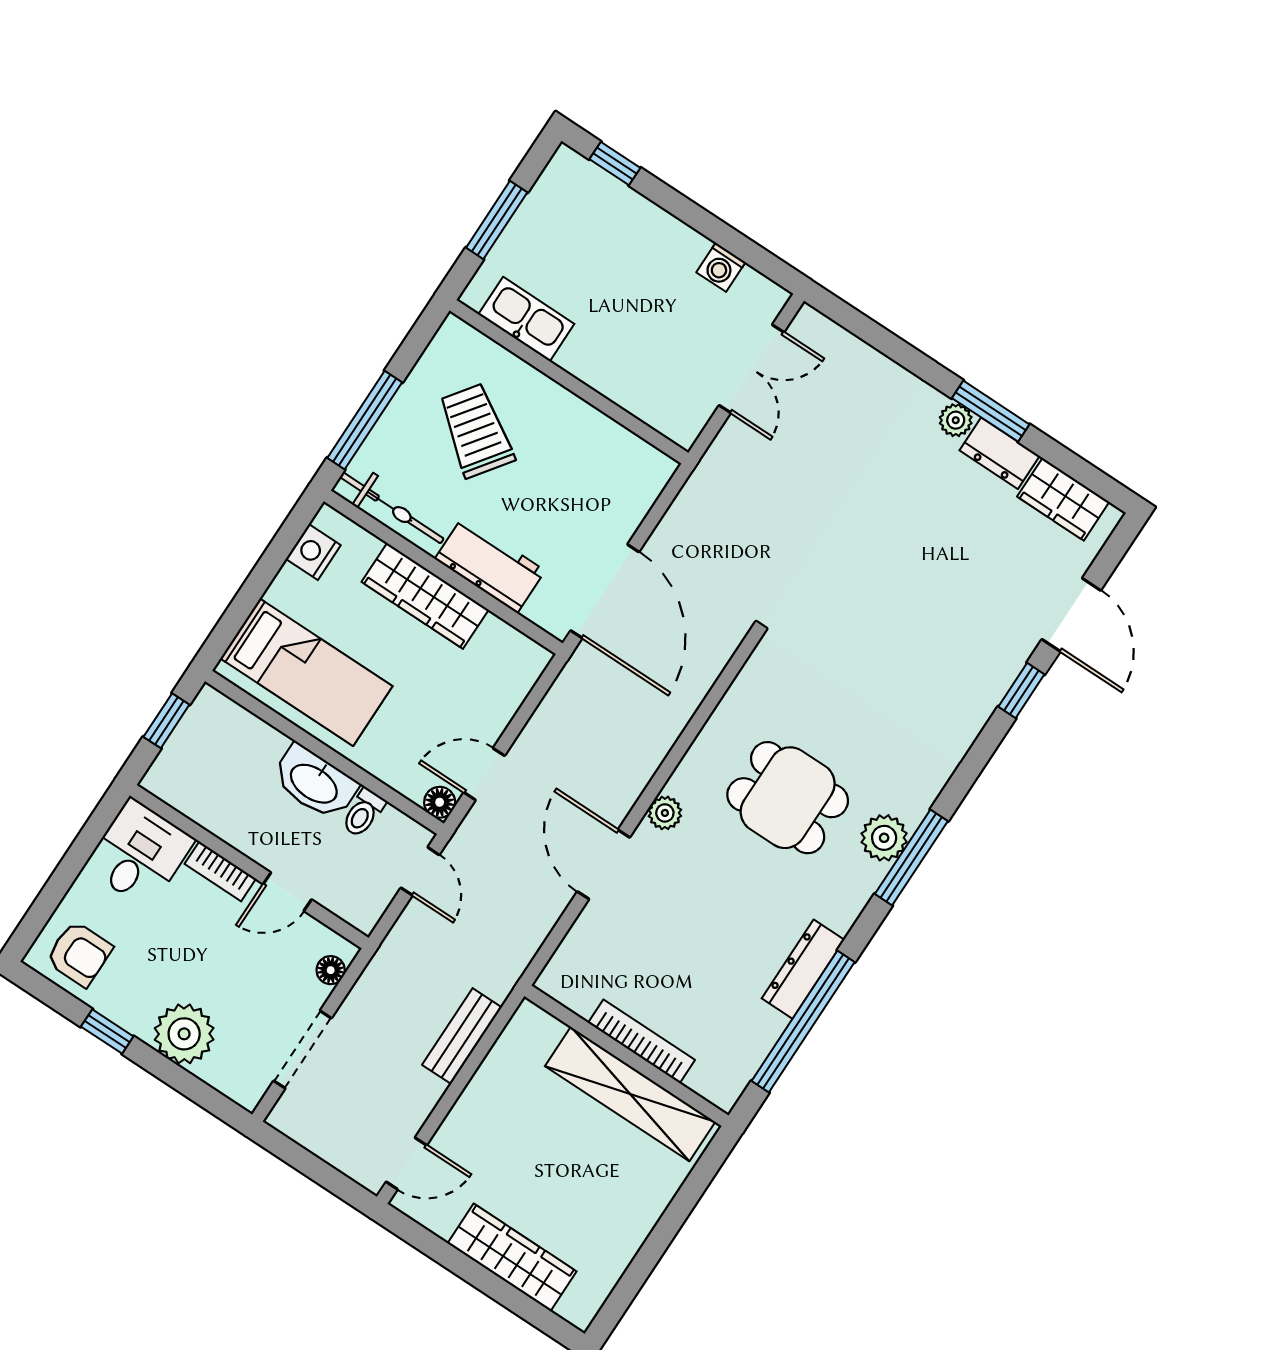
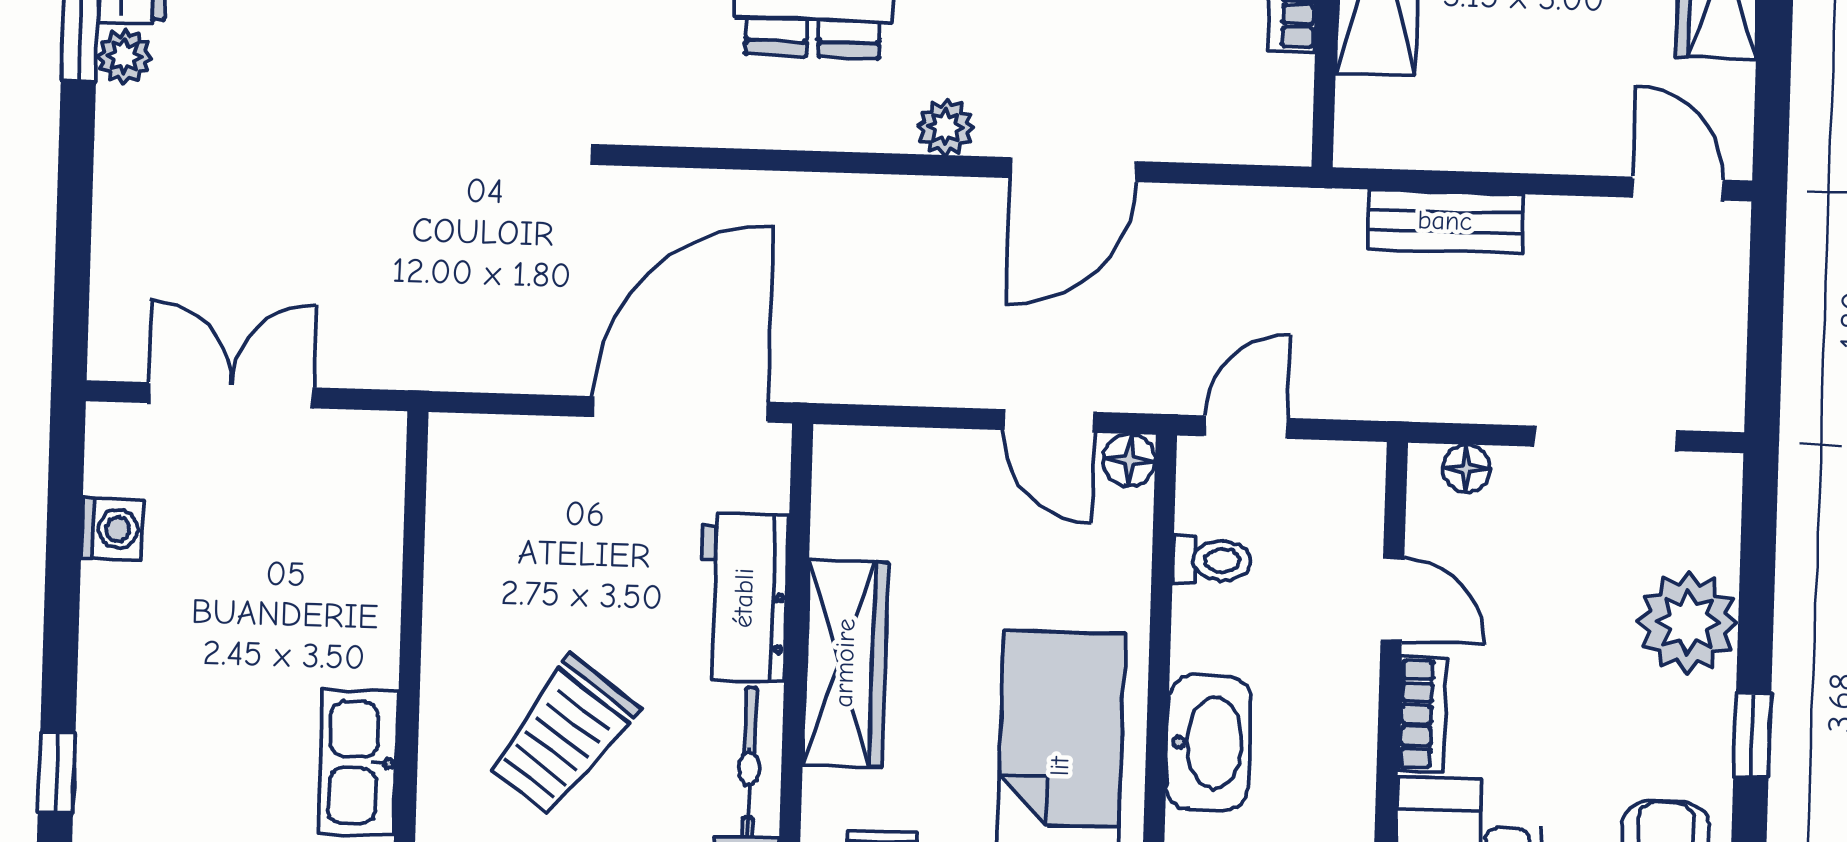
washbasin: (315, 782) -> (1209, 743), moved

